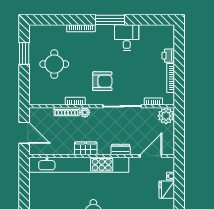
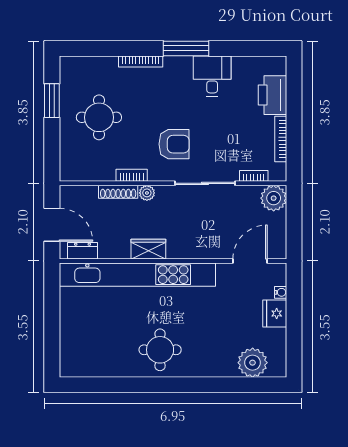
printer: (168, 56) -> (273, 95), width x1.87, depth x1.48
dresser: (121, 149) -> (83, 251), moved

